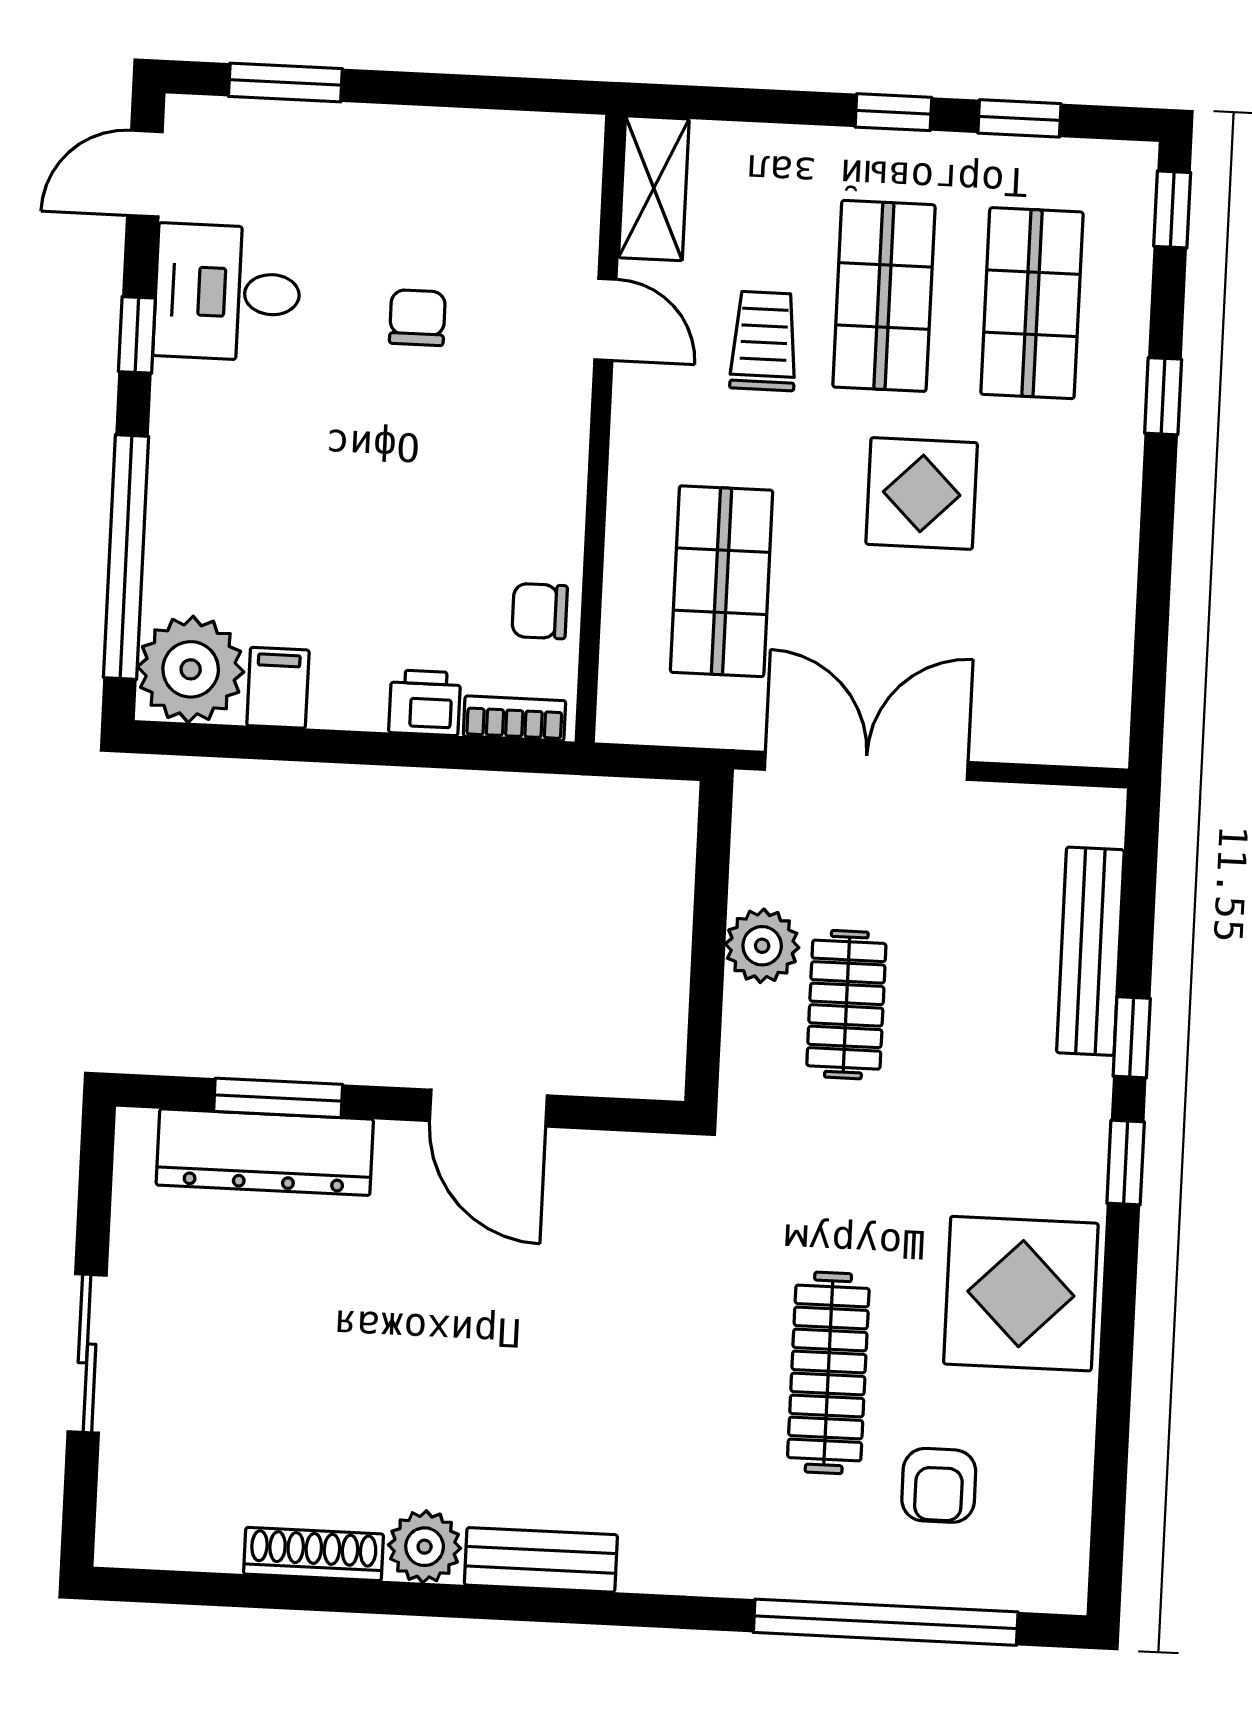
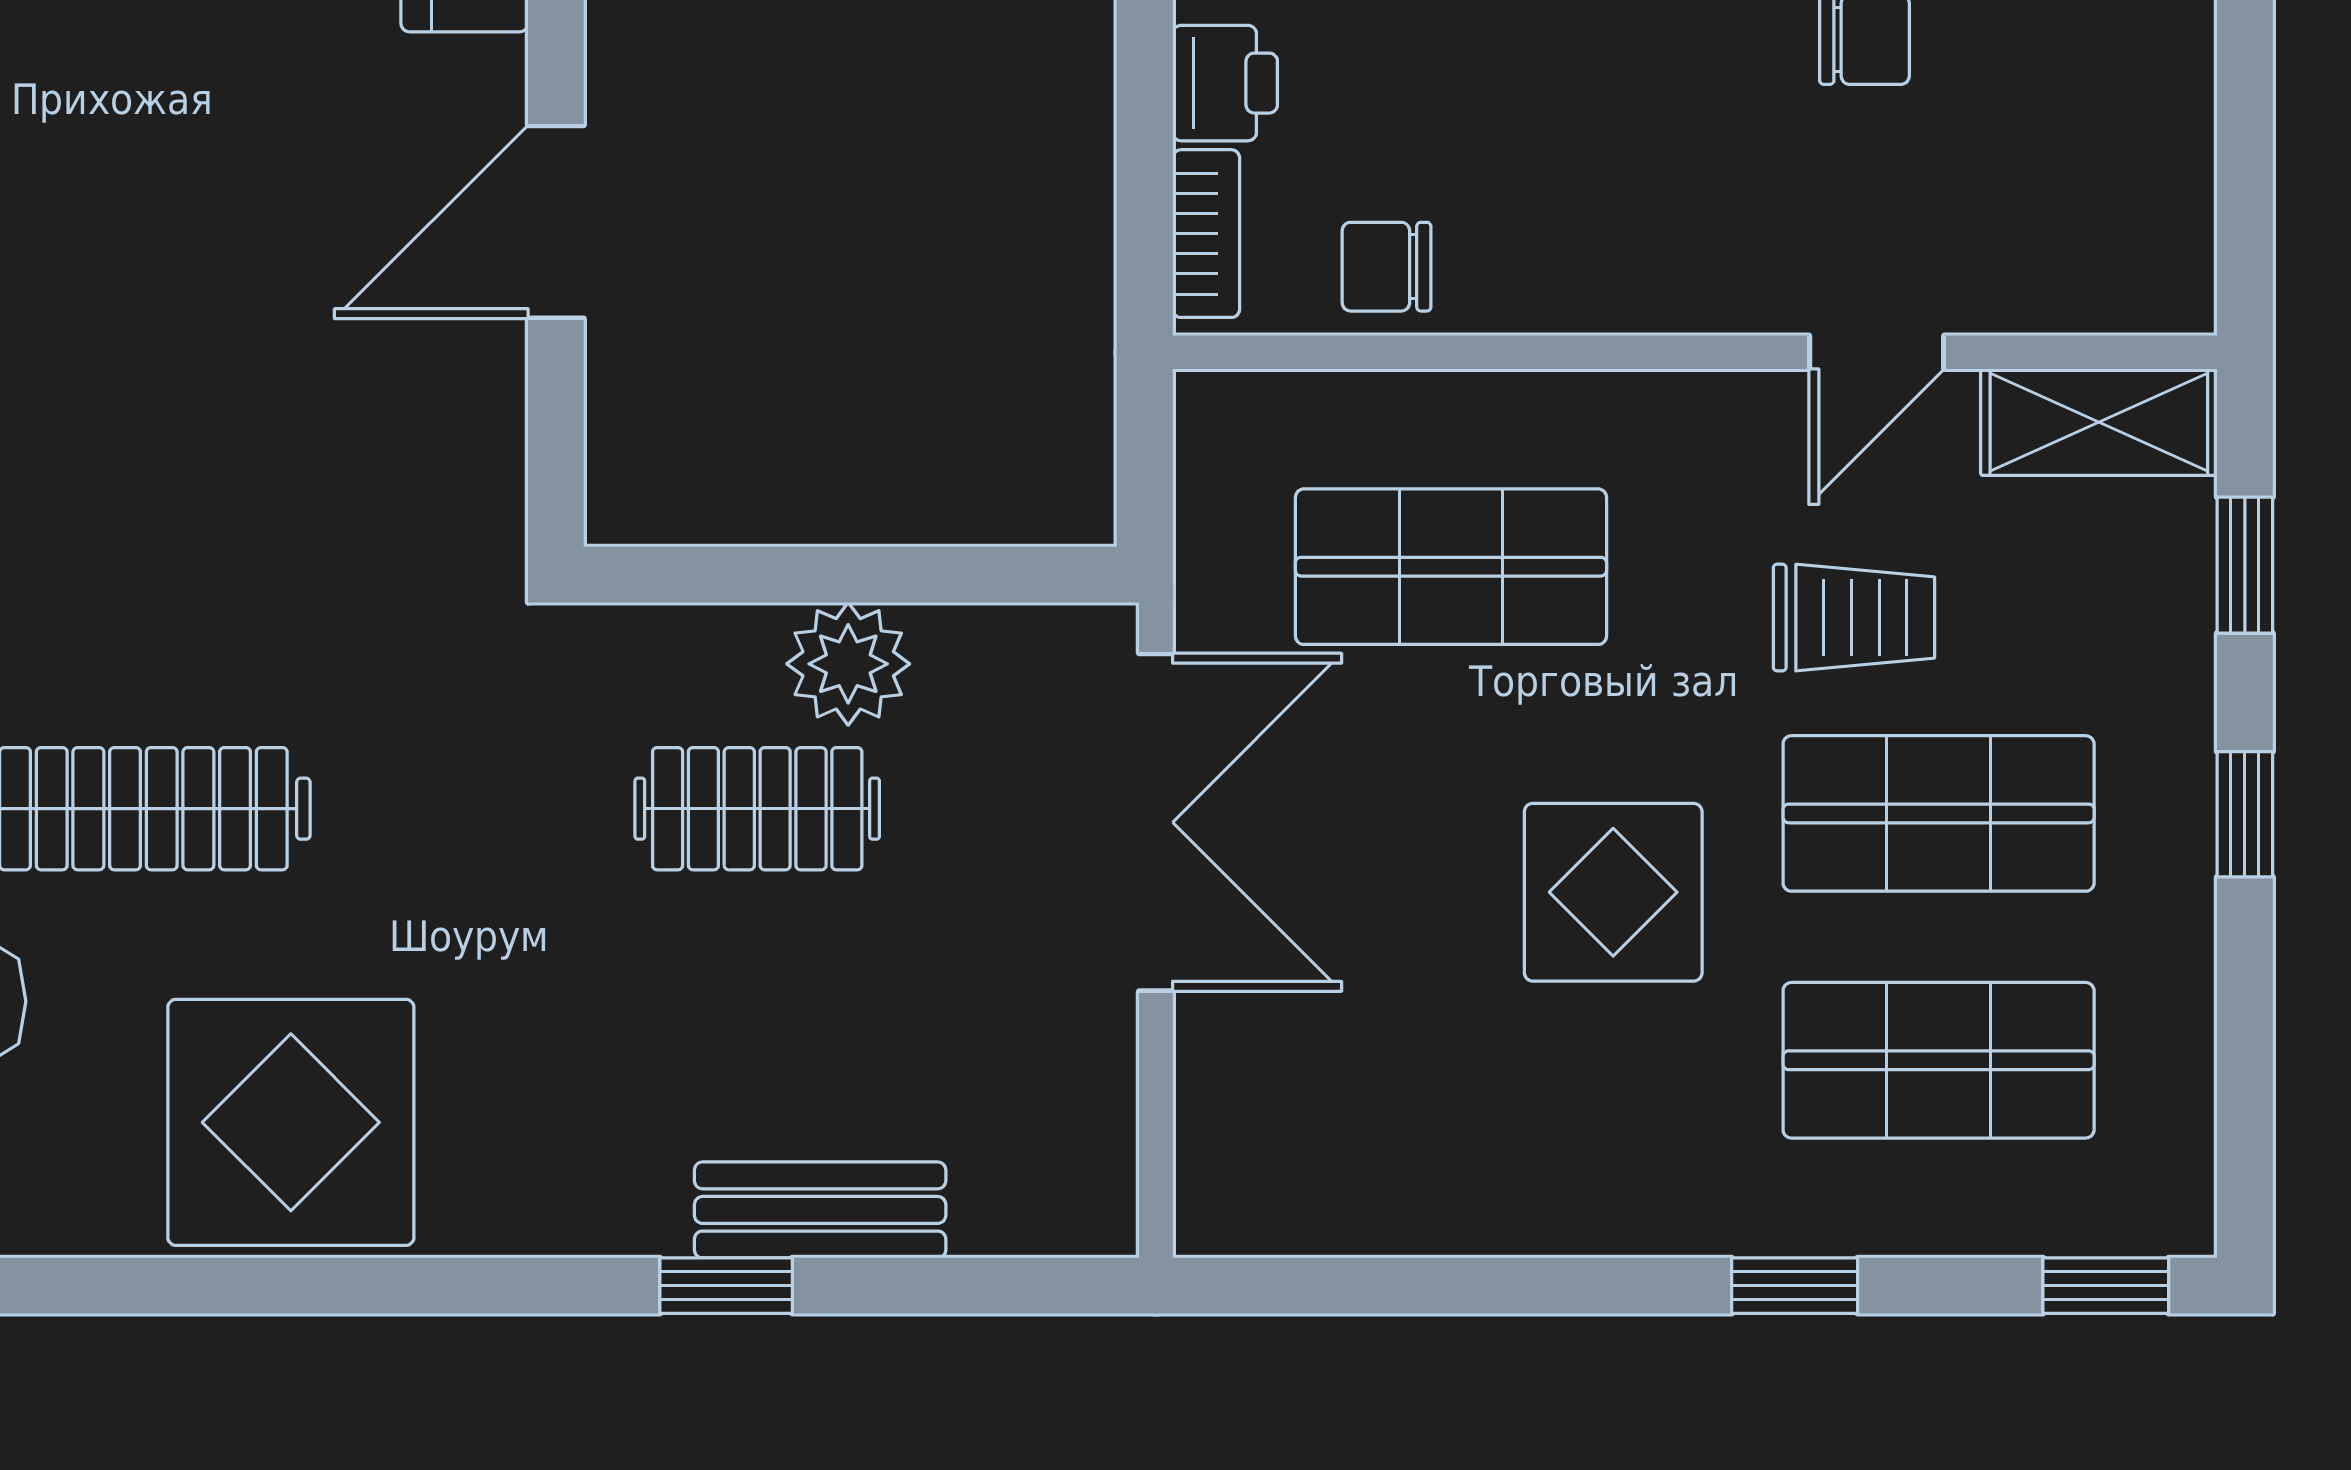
window: (1019, 118) -> (2245, 565), moved
chair: (540, 611) -> (1387, 267), turned -90
bench: (1090, 951) -> (820, 1210), width x0.73
window: (1126, 1163) -> (517, 1286), removed

